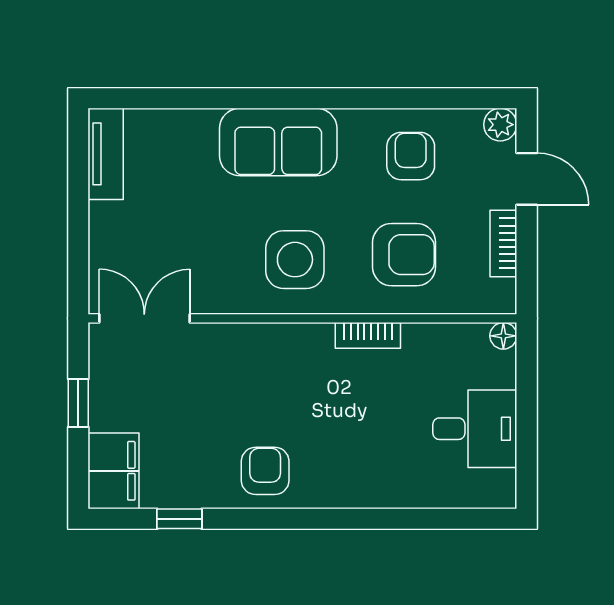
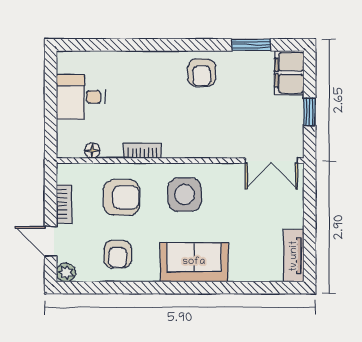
armchair: (404, 255) -> (122, 197), turned 180
floor lamp: (503, 336) -> (92, 151), moved
window: (179, 519) -> (251, 45), width x1.50

